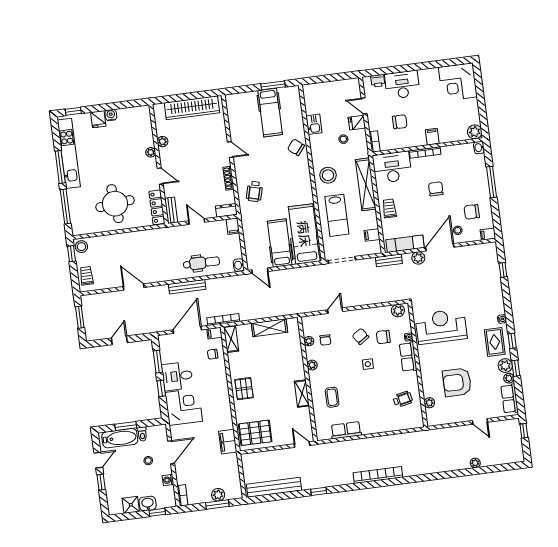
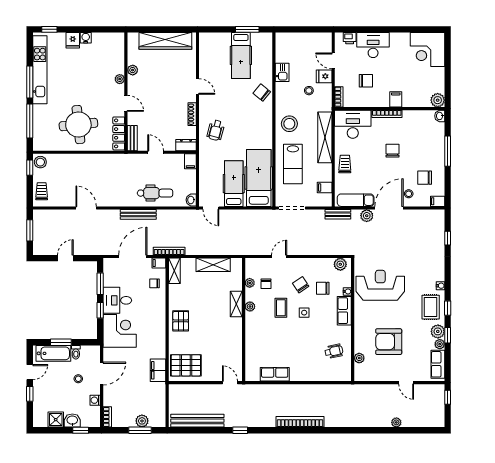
shelving: (302, 394) -> (236, 304), moved
coffee table: (332, 397) -> (281, 308), moved

